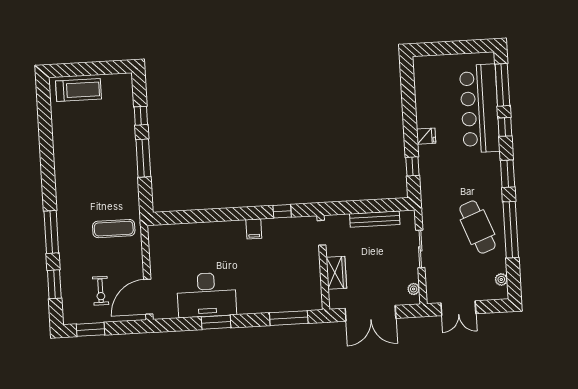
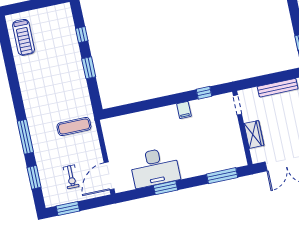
treadmill: (79, 90) -> (24, 37), moved, turned 90
window: (143, 158) -> (89, 68), width x0.69

